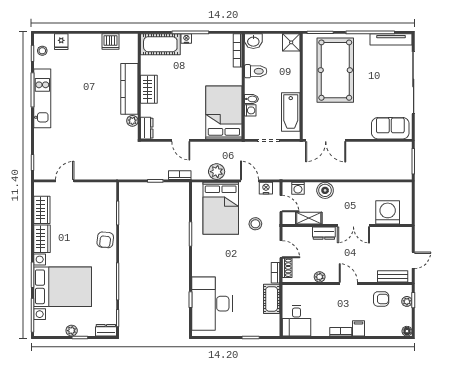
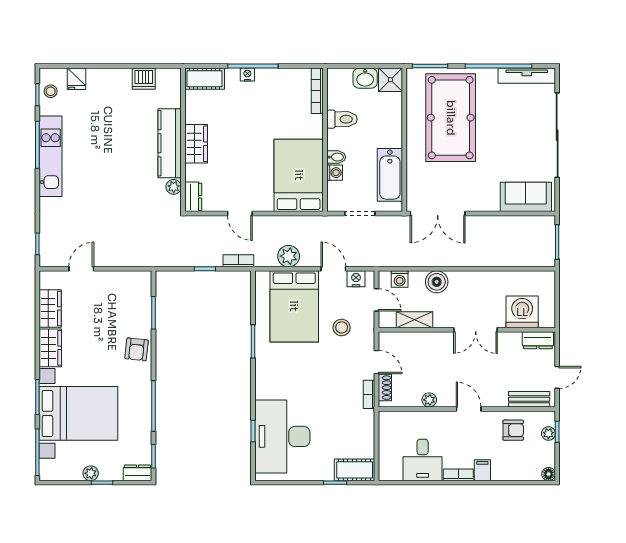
washbasin: (253, 41) -> (365, 78), moved
cot: (160, 44) -> (205, 79), width x0.73, depth x0.75
dresser: (324, 233) -> (538, 340), moved
cot: (272, 299) -> (355, 470), moved, turned 90
desk: (297, 321) -> (423, 460), moved

